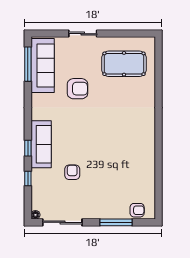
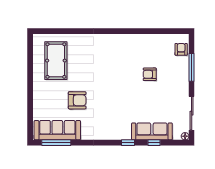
sliding door: (83, 34) -> (30, 96), removed
armchair: (77, 89) -> (77, 100), turned 90
sofa: (41, 144) -> (152, 131), moved
armchair: (72, 172) -> (150, 74), moved

